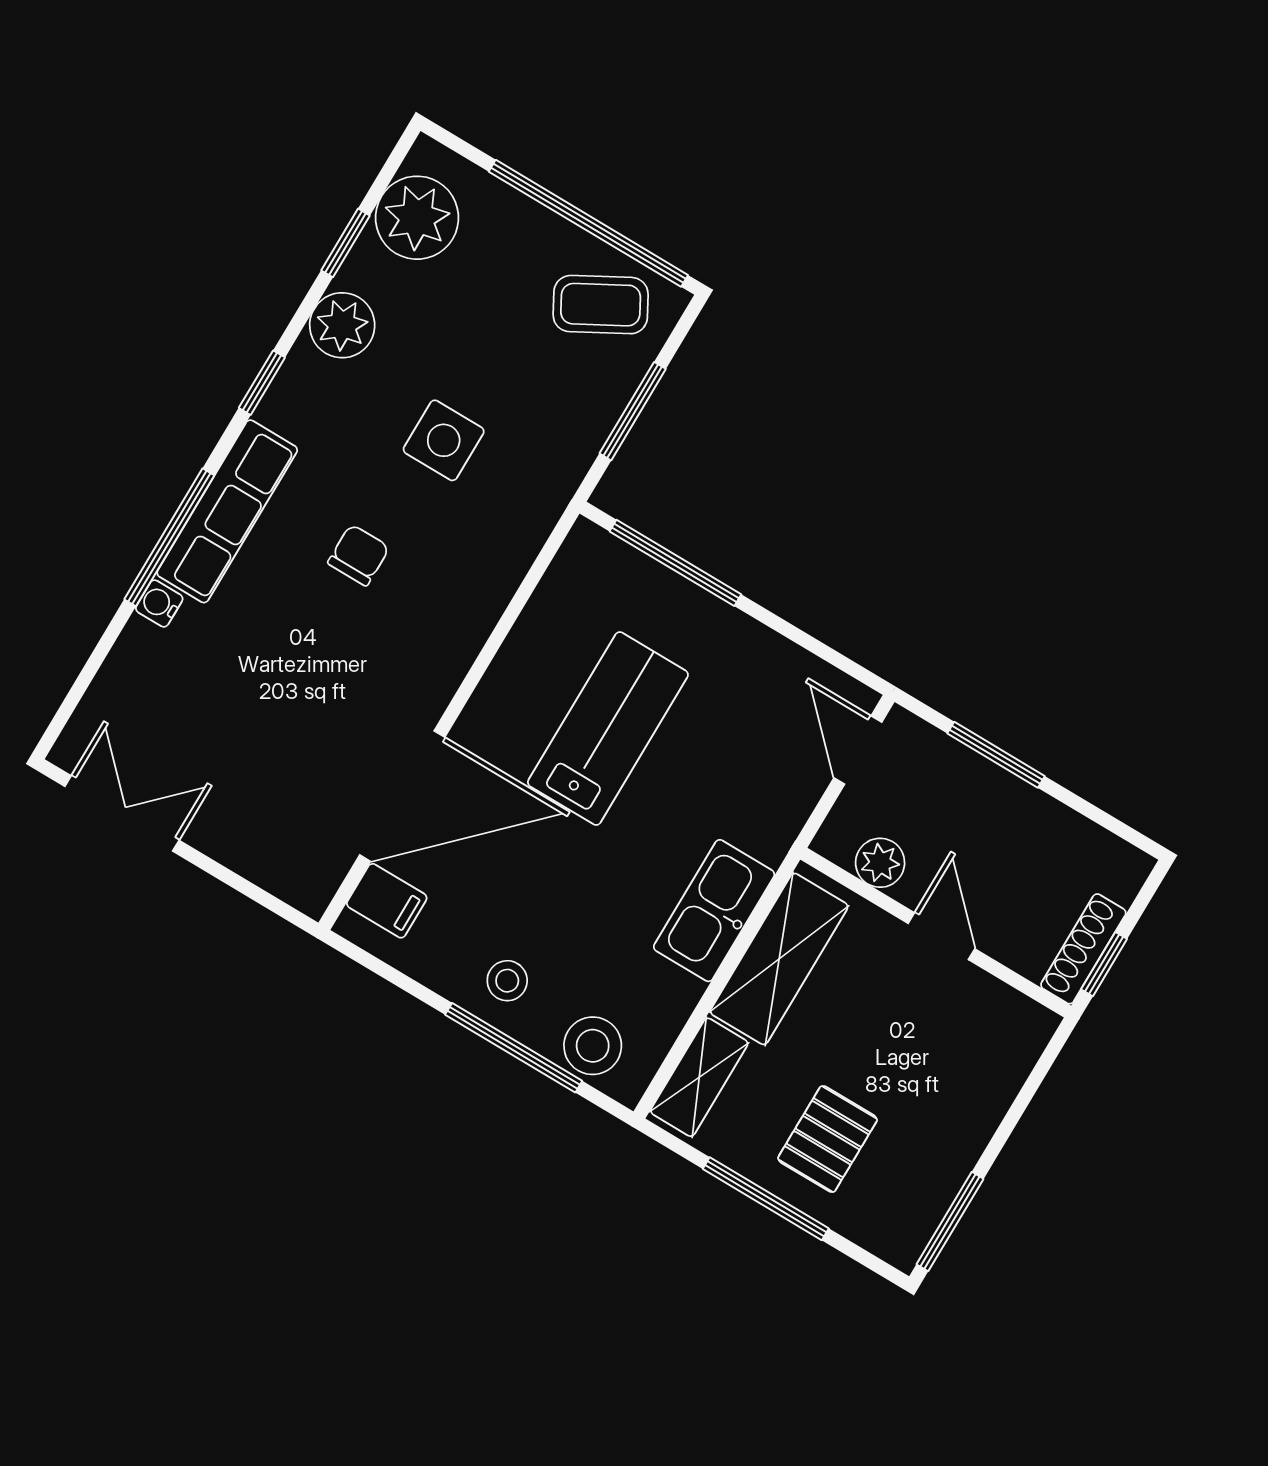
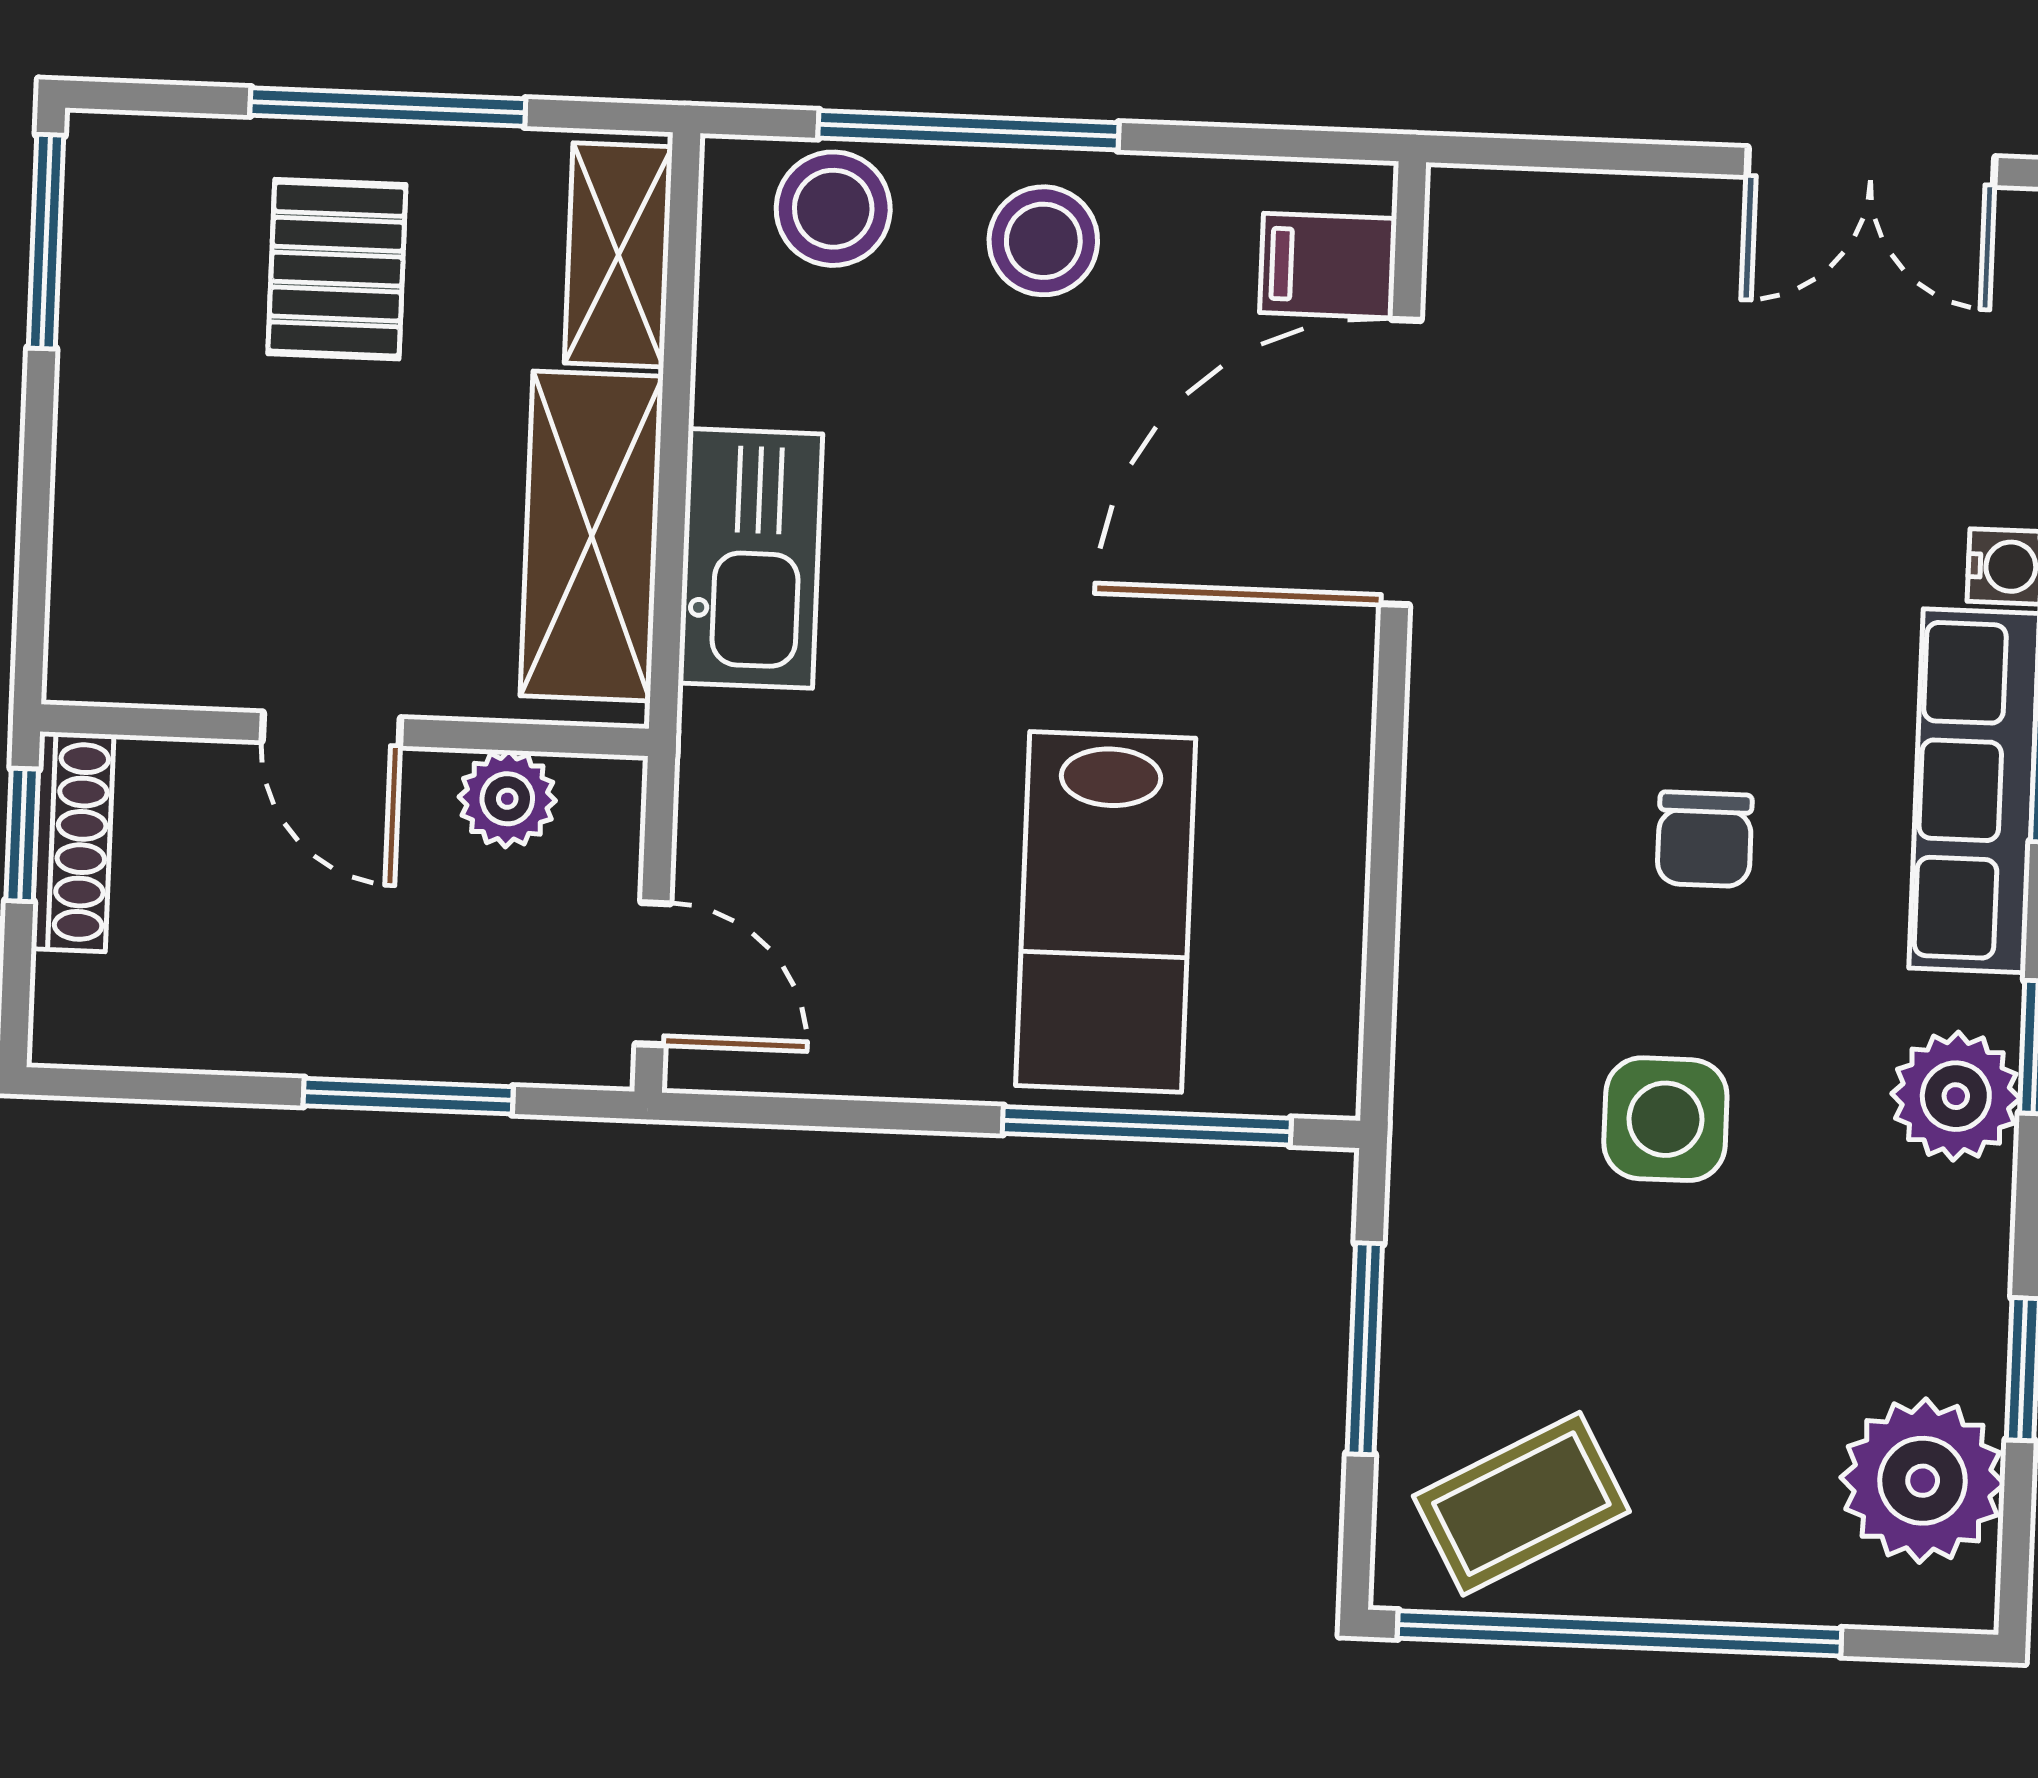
plant: (342, 325) -> (1956, 1096), moved
lab bench: (608, 729) -> (1106, 912), moved
stool: (507, 981) -> (1043, 241), width x1.37, depth x1.37

